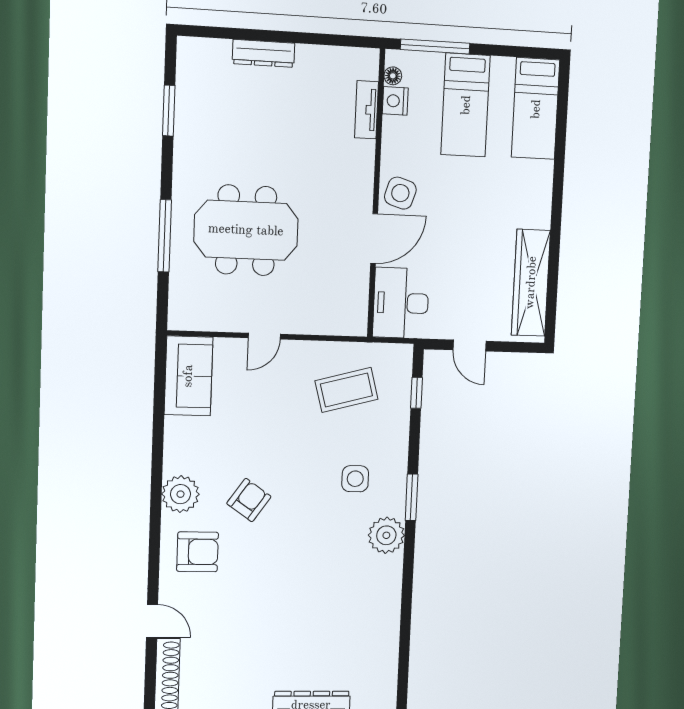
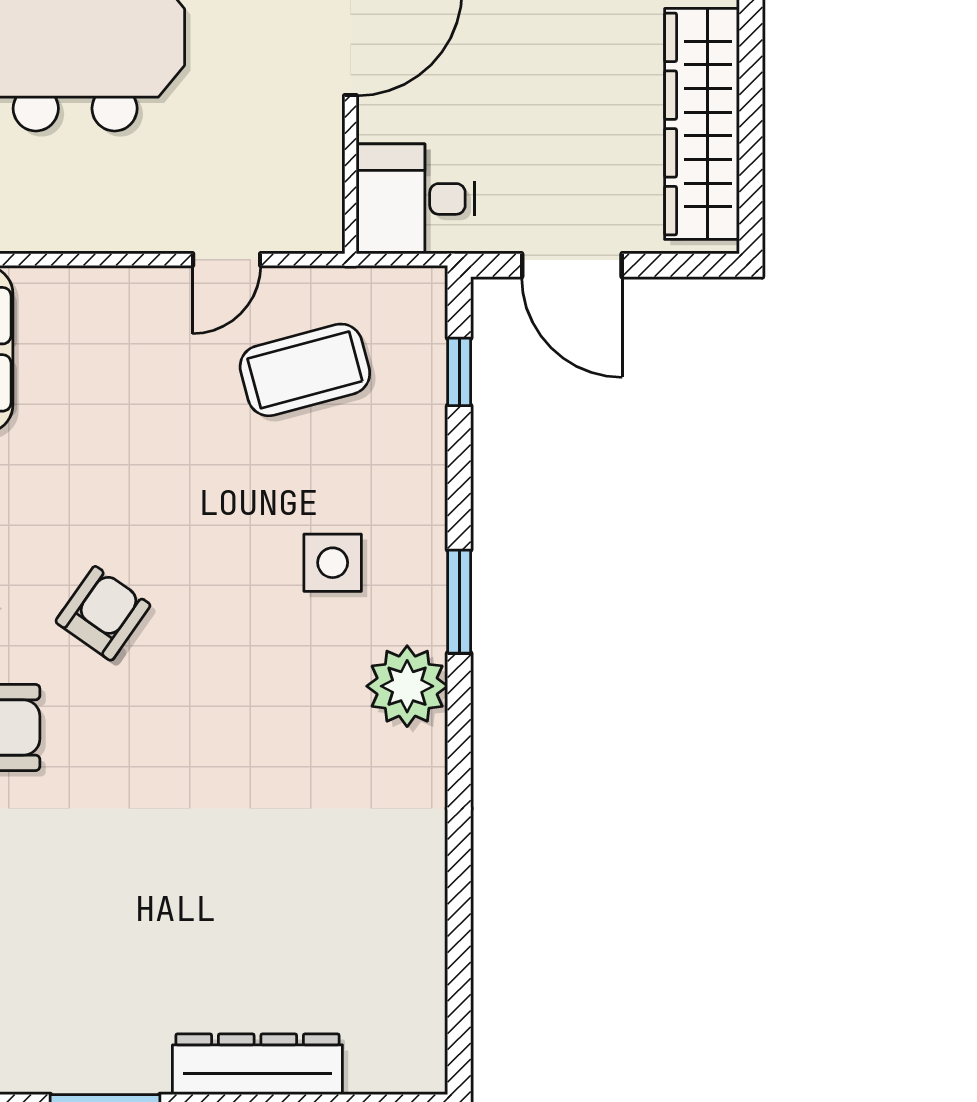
desk: (401, 303) -> (415, 199), width x0.73
door: (264, 336) -> (227, 260), moved
door: (470, 345) -> (572, 265), width x1.38

